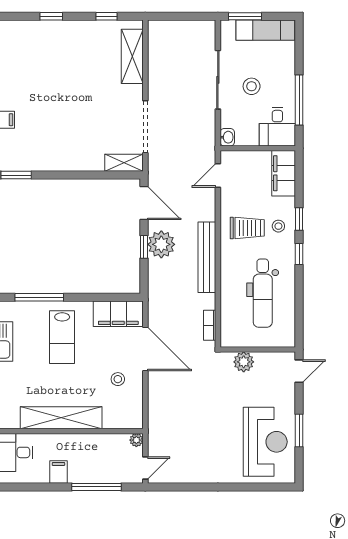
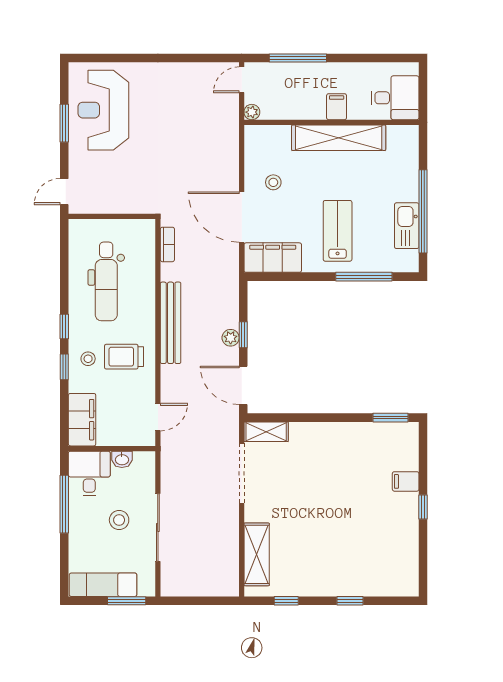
washbasin: (227, 137) -> (122, 459), moved, turned -90
plant: (161, 244) -> (231, 338), width x0.53, depth x0.53
dental chair: (263, 293) -> (106, 281), turned 180
plant: (244, 362) -> (128, 202), removed
filing cabinet: (58, 472) -> (337, 107), moved, turned 180

